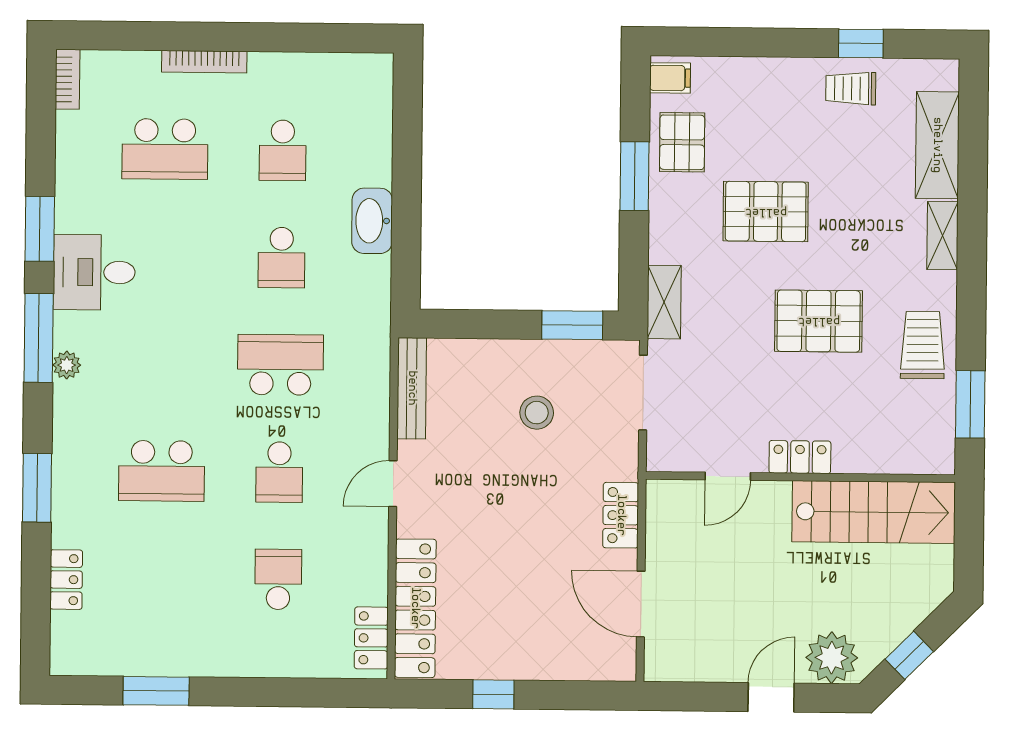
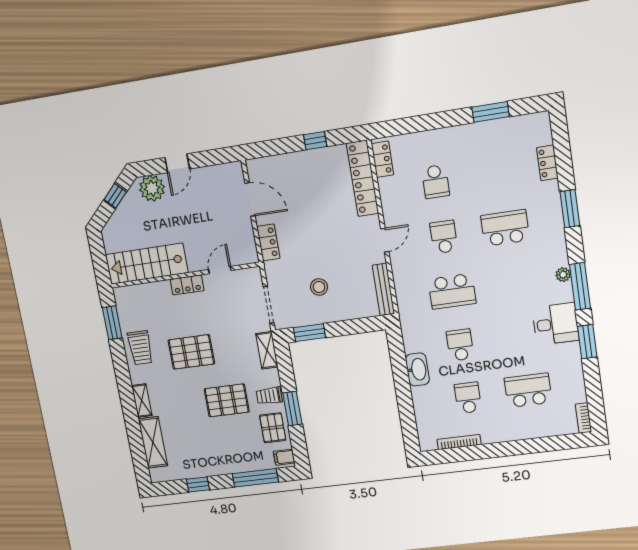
window: (738, 42) -> (255, 478), added
bookcase: (204, 62) -> (459, 442), moved
trolley: (851, 88) -> (269, 396), moved, turned 180

